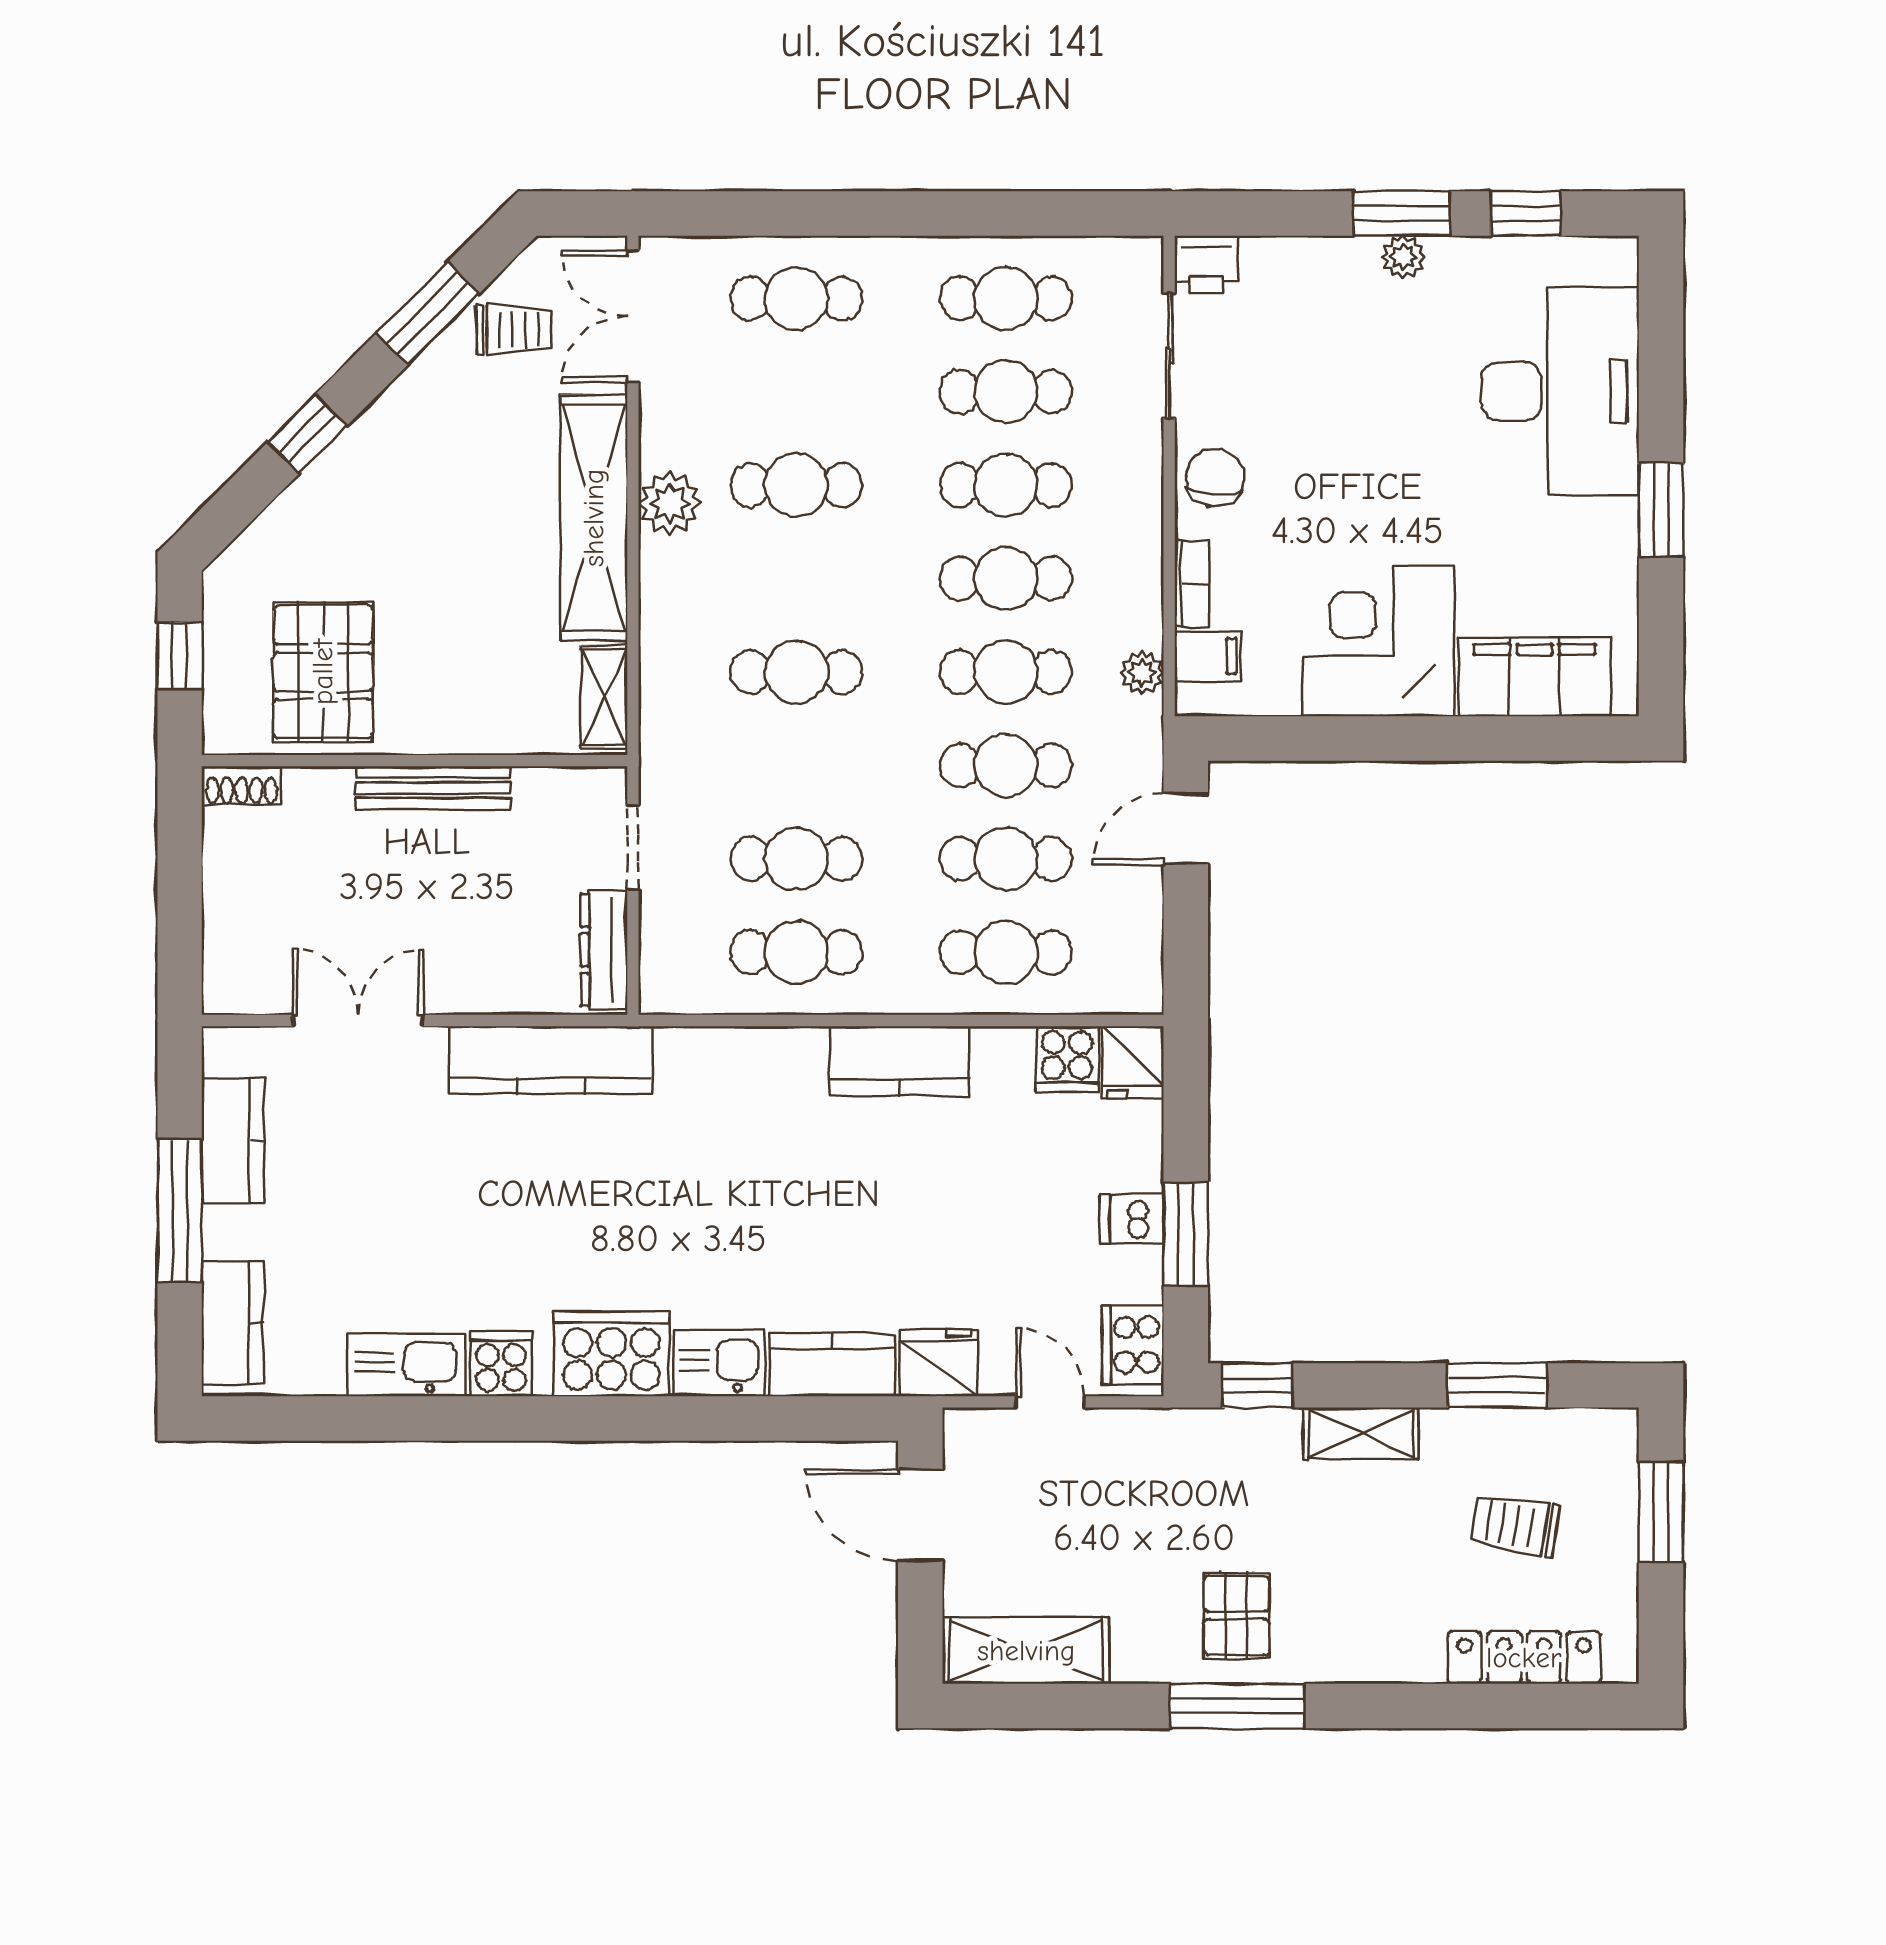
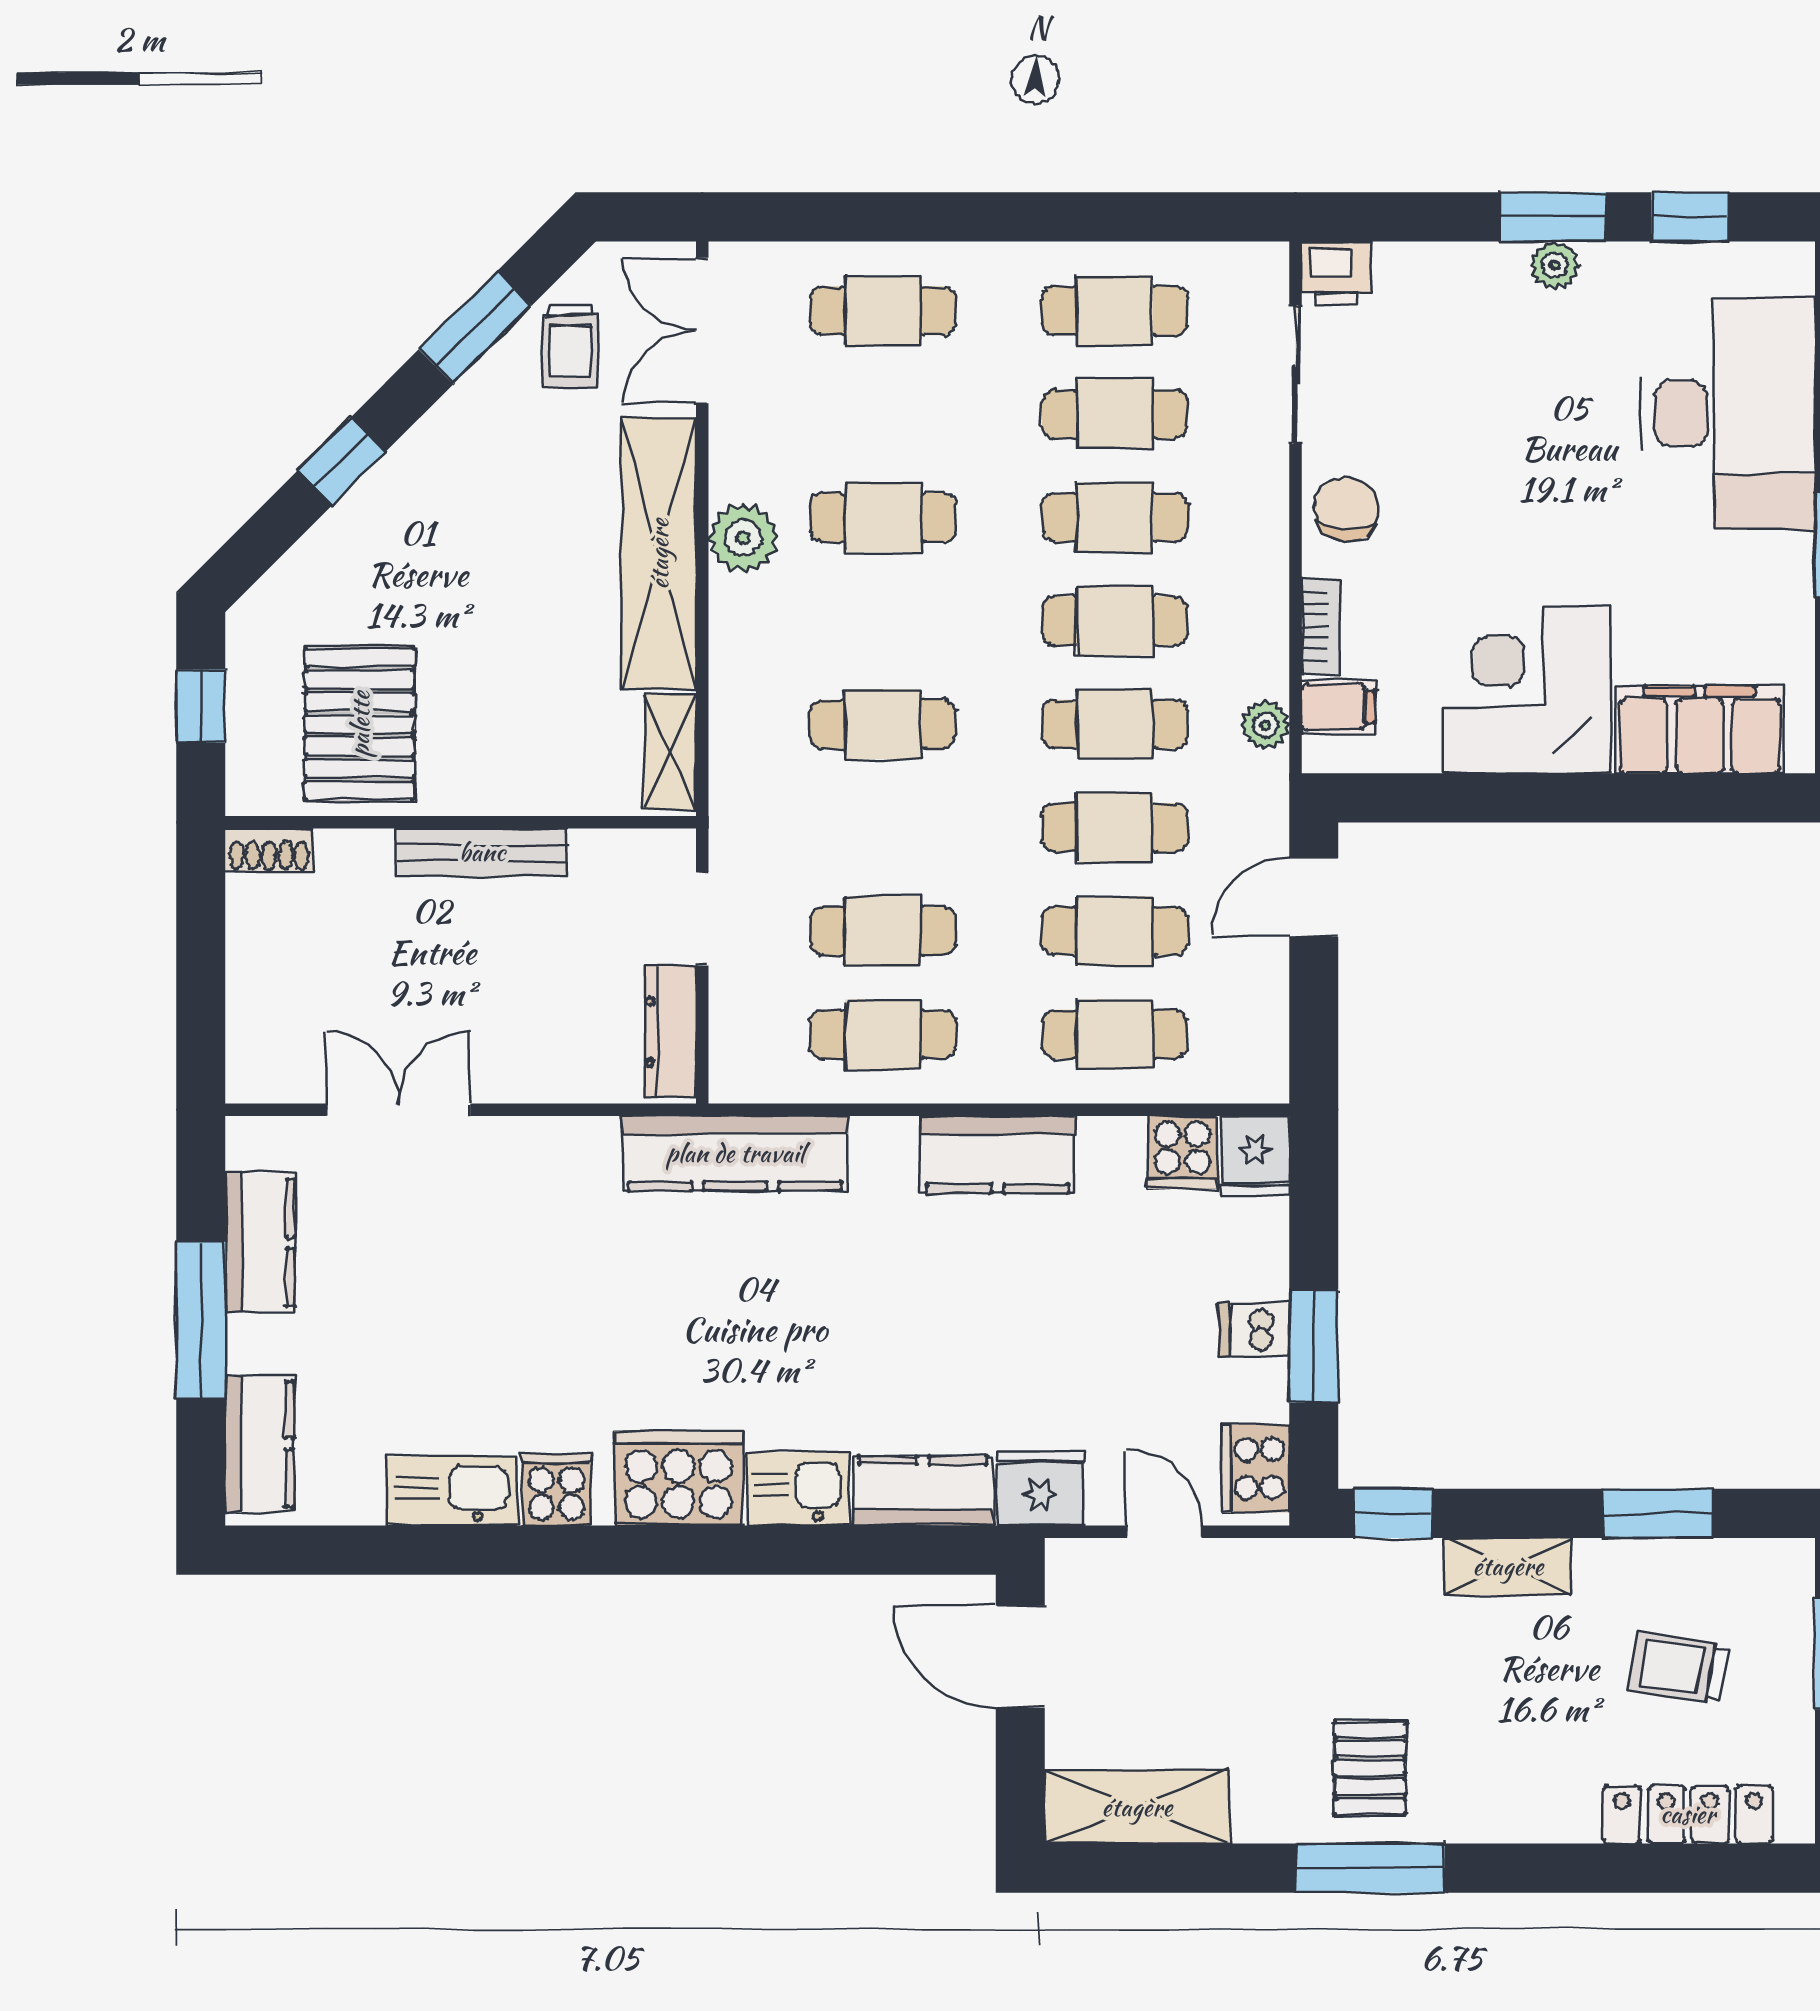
trolley: (514, 330) -> (570, 346), turned 90
kitchen counter: (551, 1060) -> (735, 1153), moved

